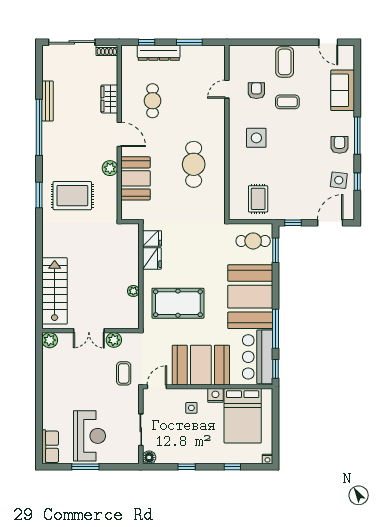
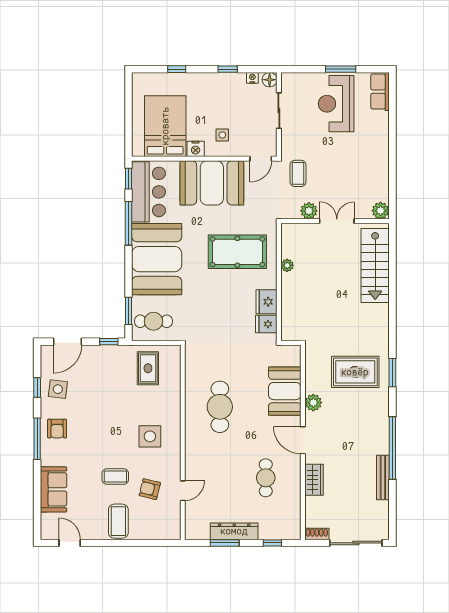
dresser: (159, 53) -> (234, 531), moved
armchair: (256, 91) -> (150, 489), turned 104
nightstand: (267, 459) -> (252, 78), moved

